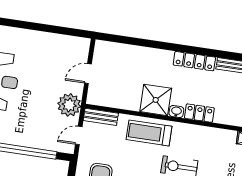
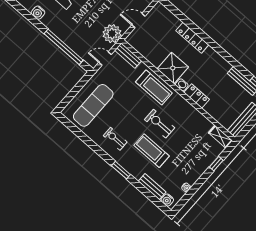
locker: (194, 61) -> (192, 38), moved
treadmill: (149, 133) -> (154, 87), turned 180

